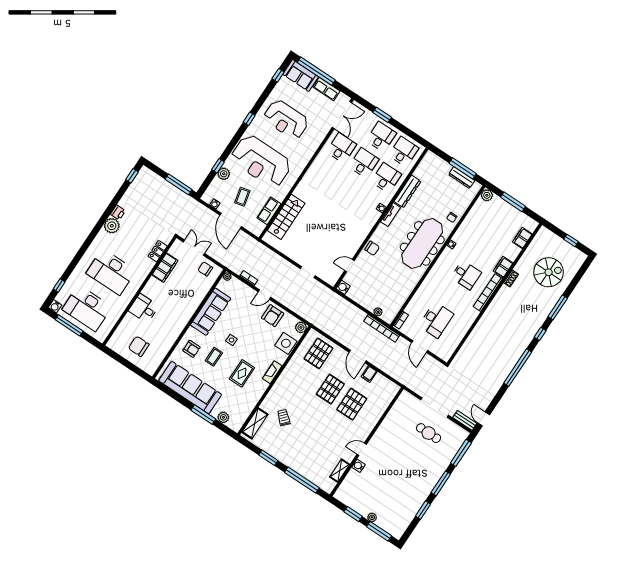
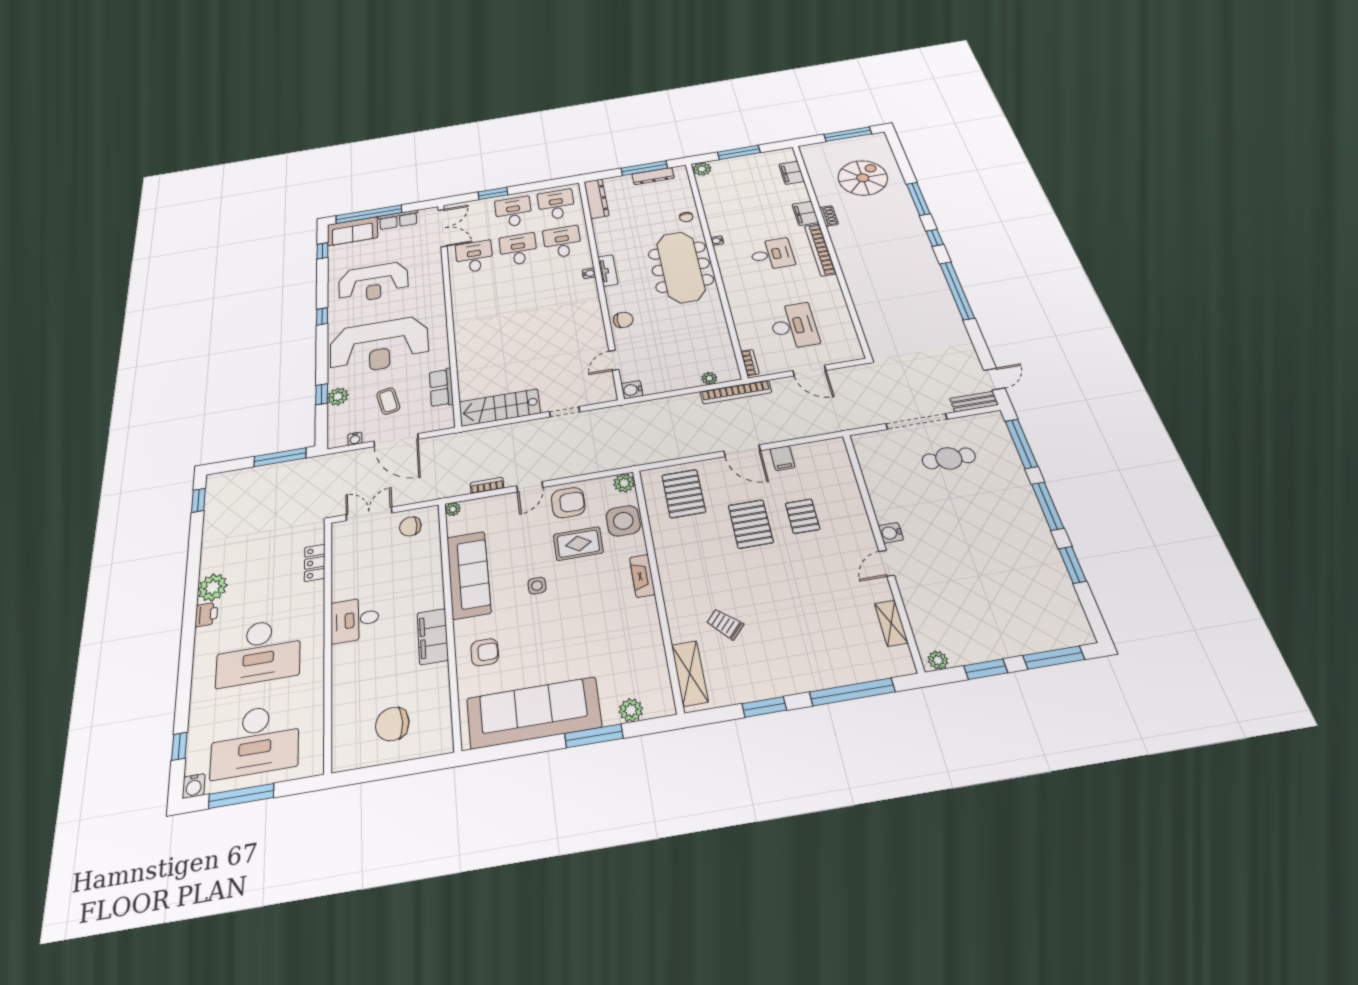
dresser: (407, 191) -> (596, 199), moved
printer: (118, 213) -> (206, 615), moved
stairs: (286, 217) -> (500, 407), moved, turned -90
window: (571, 240) -> (848, 134), width x2.17
filing cabinet: (165, 268) -> (433, 636), moved, turned 180
desk: (144, 308) -> (355, 620), moved
armchair: (273, 316) -> (568, 503), turned -90
coffee table: (214, 357) -> (531, 633), removed
rug: (242, 373) -> (578, 544), moved, turned 90
pallet: (352, 404) -> (803, 516), width x0.67, depth x0.71
door: (484, 419) -> (994, 379), swing flipped
water cooler: (359, 466) -> (891, 533), moved
plant: (372, 517) -> (938, 660), moved

